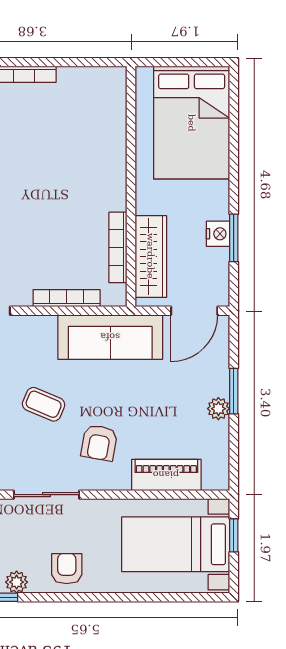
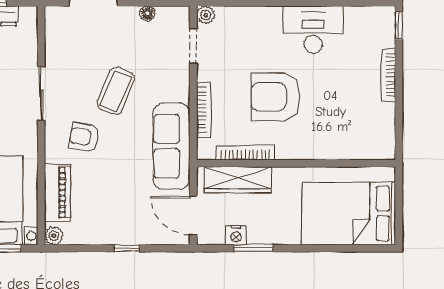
armchair: (50, 211) -> (275, 97), added
nightstand: (218, 234) -> (236, 235), moved
window: (234, 391) -> (127, 248), width x0.67
coffee table: (44, 404) -> (116, 91), width x1.36, depth x1.30
plant: (218, 409) -> (54, 236), moved

